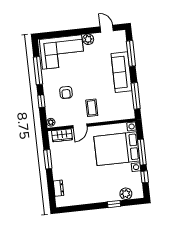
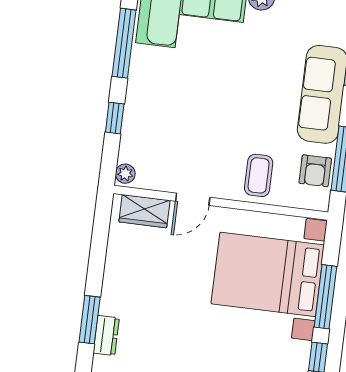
armchair: (66, 92) -> (315, 171), moved
coffee table: (92, 108) -> (259, 175), moved
window: (48, 159) -> (90, 320), moved

